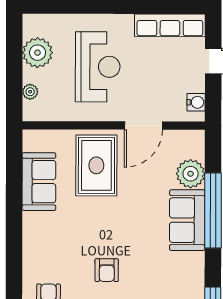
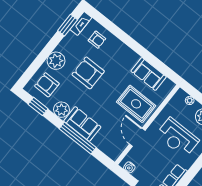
plant: (191, 174) -> (62, 110), moved
armchair: (107, 270) -> (88, 73), width x1.88, depth x1.88

